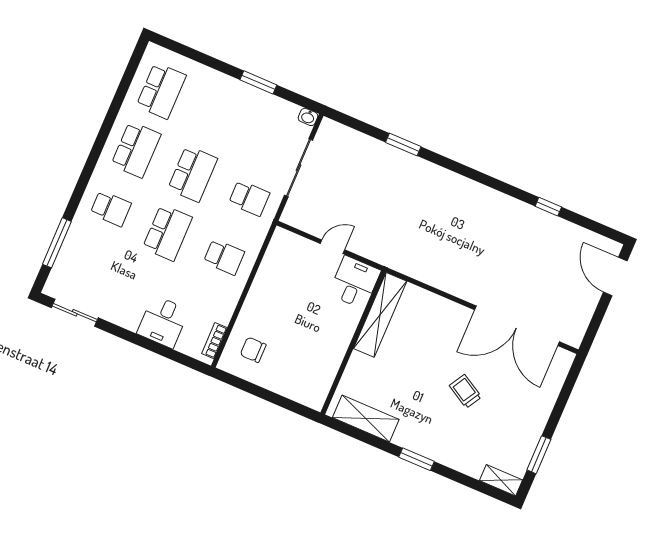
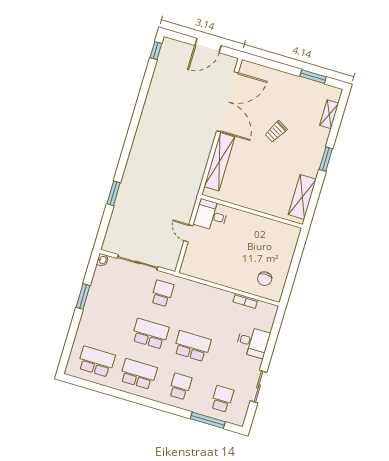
window: (548, 207) -> (156, 51), moved
school desk: (224, 257) -> (222, 399), moved
door: (615, 277) -> (208, 46), moved
sliding door: (75, 313) -> (259, 387), moved
shelving: (380, 315) -> (219, 162), moved, turned 90
bookcase: (214, 341) -> (245, 301), moved
shelving: (501, 480) -> (329, 114), moved

